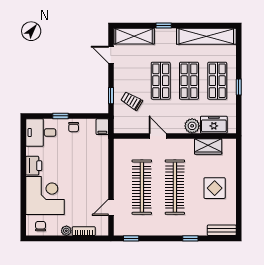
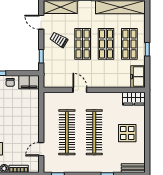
trolley: (132, 101) -> (59, 40), moved
freezer: (214, 125) -> (138, 77), moved, turned -90
plant: (192, 126) -> (109, 81), removed
filing cabinet: (102, 127) -> (29, 82), width x2.00
wardrobe: (208, 146) -> (134, 99), moved

